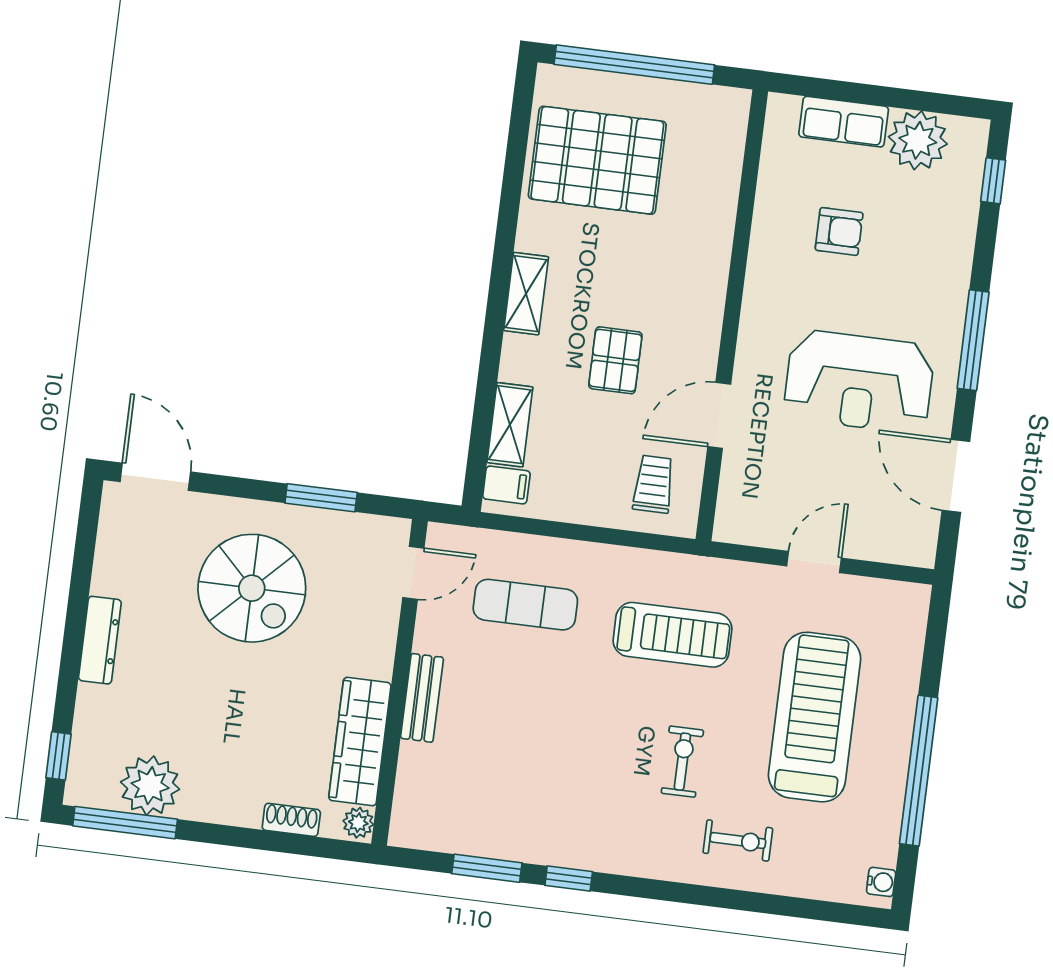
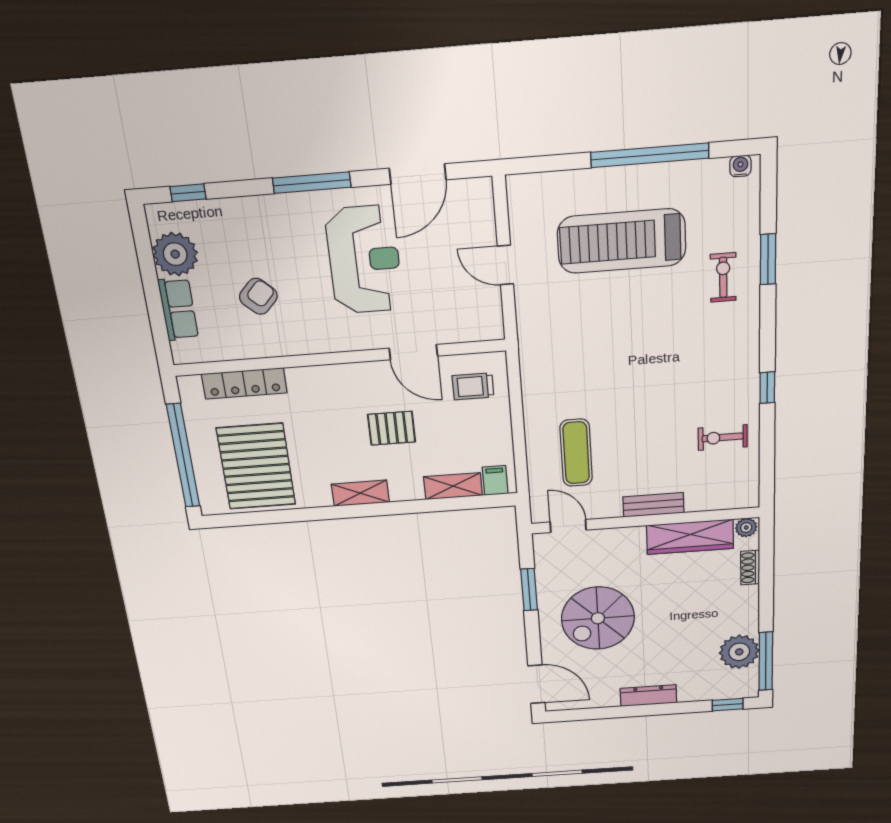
locker: (722, 179) -> (244, 383), added
armchair: (839, 231) -> (258, 296), turned 43
door: (155, 477) -> (536, 684), swing flipped
spiral stairs: (252, 588) -> (598, 618), turned 180
treadmill: (672, 635) -> (579, 353), removed
exercise bike: (682, 762) -> (723, 437), moved
window: (487, 868) -> (768, 259), moved

